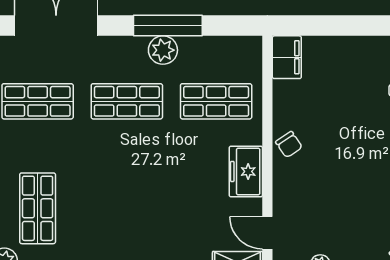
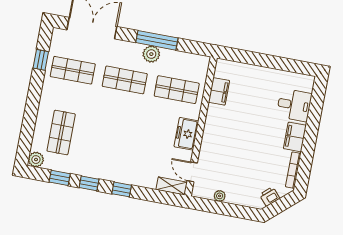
filing cabinet: (287, 57) -> (219, 91), moved
chair: (289, 145) -> (214, 123), removed

